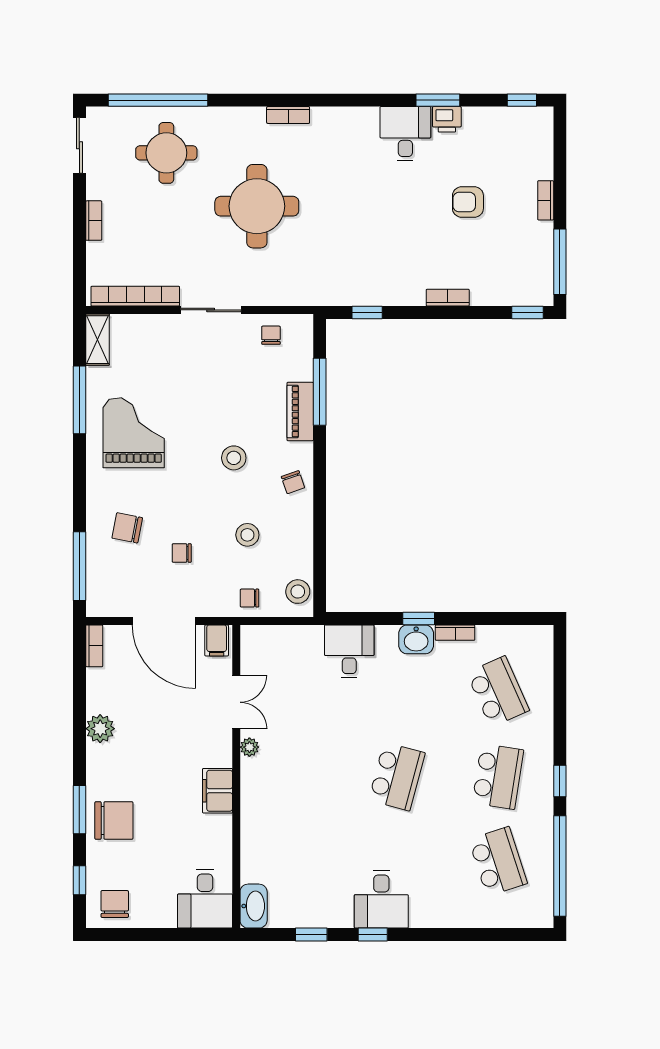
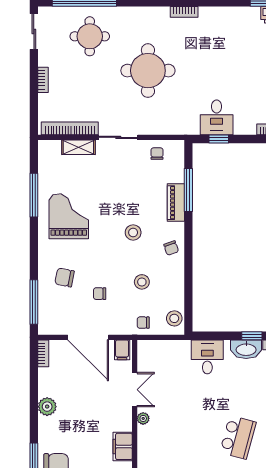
bookcase: (288, 115) -> (184, 12), moved
desk: (405, 134) -> (217, 117), moved, turned 180
shelving: (97, 340) -> (78, 147), moved, turned 90
washbasin: (416, 639) -> (246, 349), width x1.38

